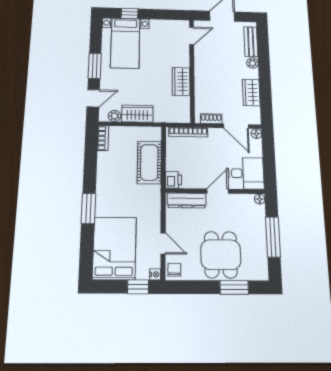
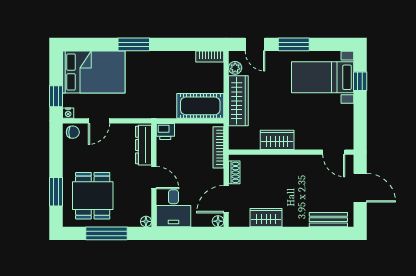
plant: (253, 63) -> (302, 220), removed
wardrobe: (137, 114) -> (238, 101), width x1.50
cot: (149, 162) -> (200, 106), moved
dining table: (221, 255) -> (93, 196), moved, turned 90

